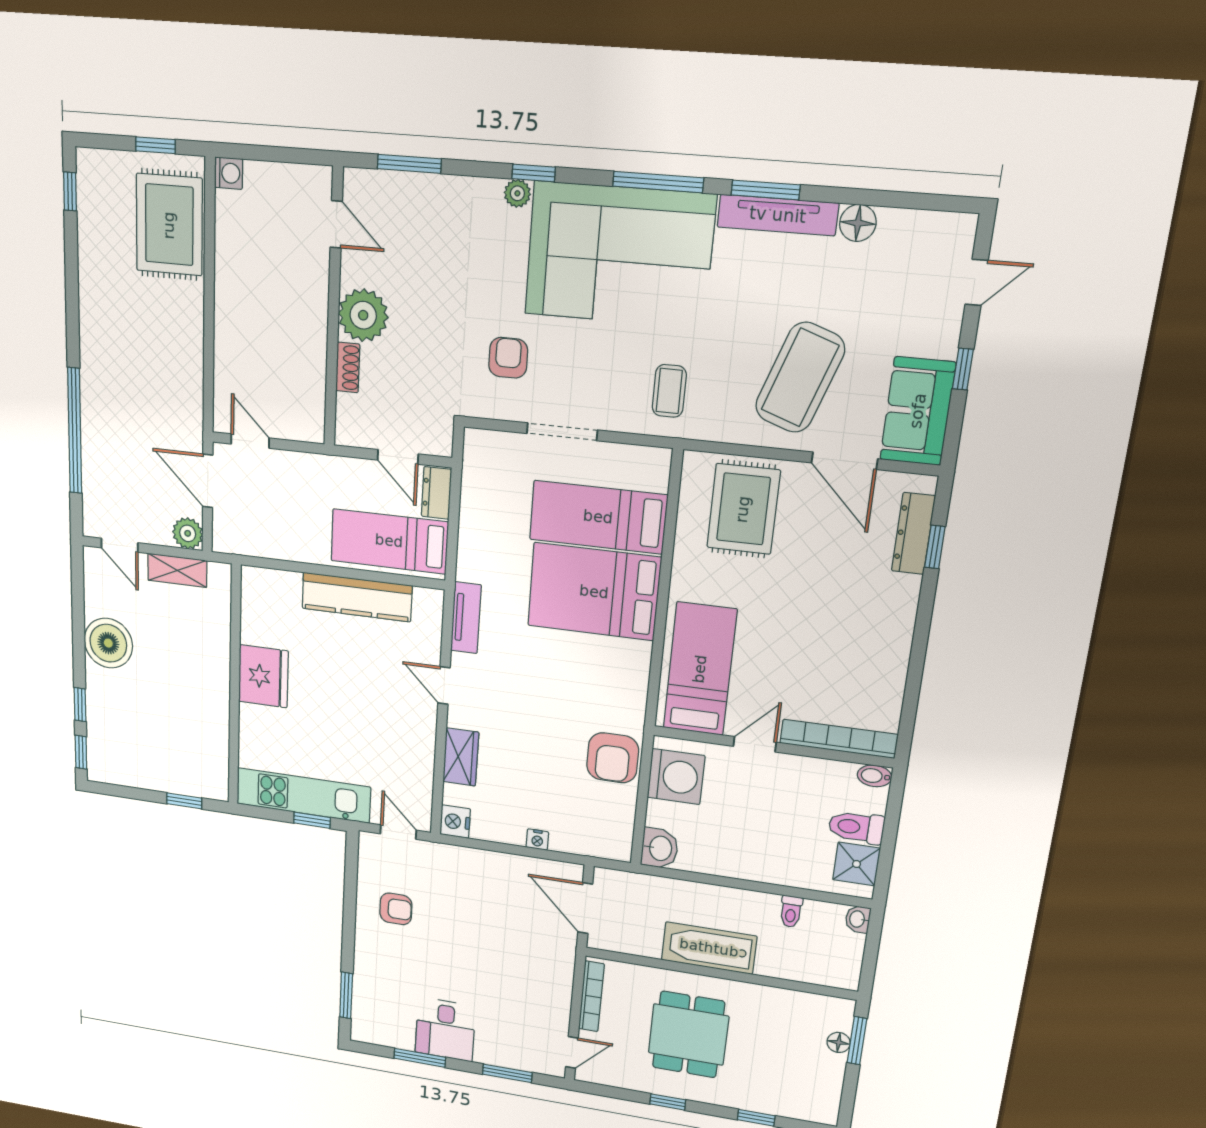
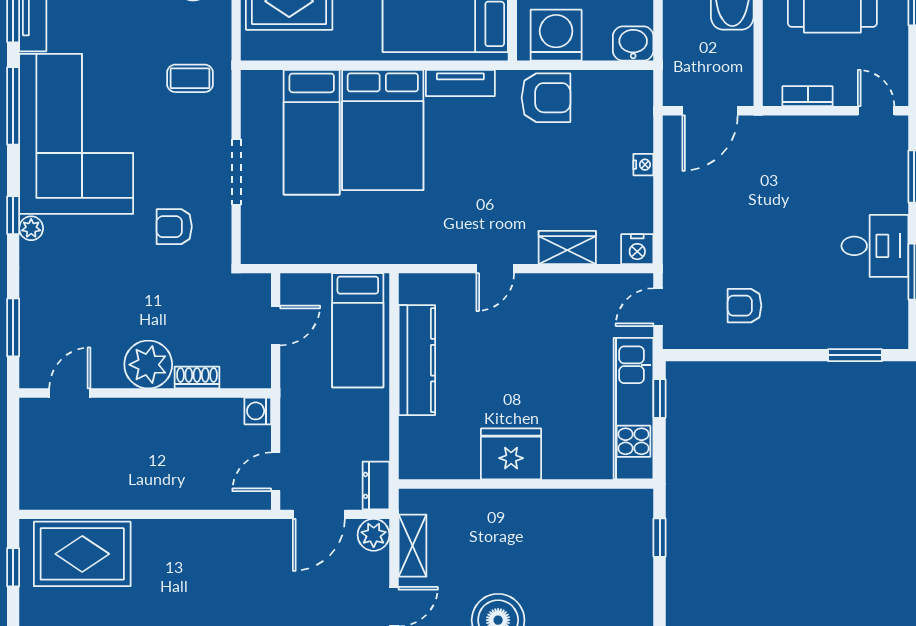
washing machine: (229, 173) -> (258, 411), moved, turned -90
dresser: (436, 493) -> (376, 485), moved, turned 90
tv unit: (466, 618) -> (460, 83), moved, turned 180
armchair: (396, 909) -> (745, 306), turned -90
bookcase: (591, 996) -> (808, 96), width x0.64

